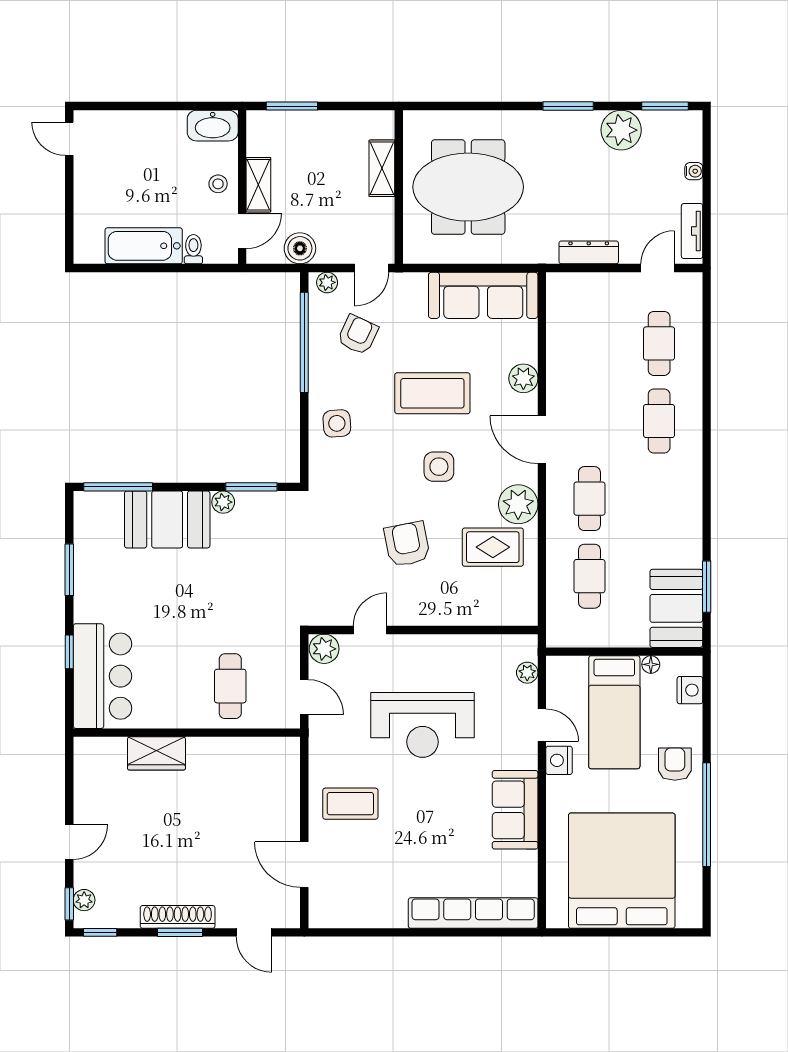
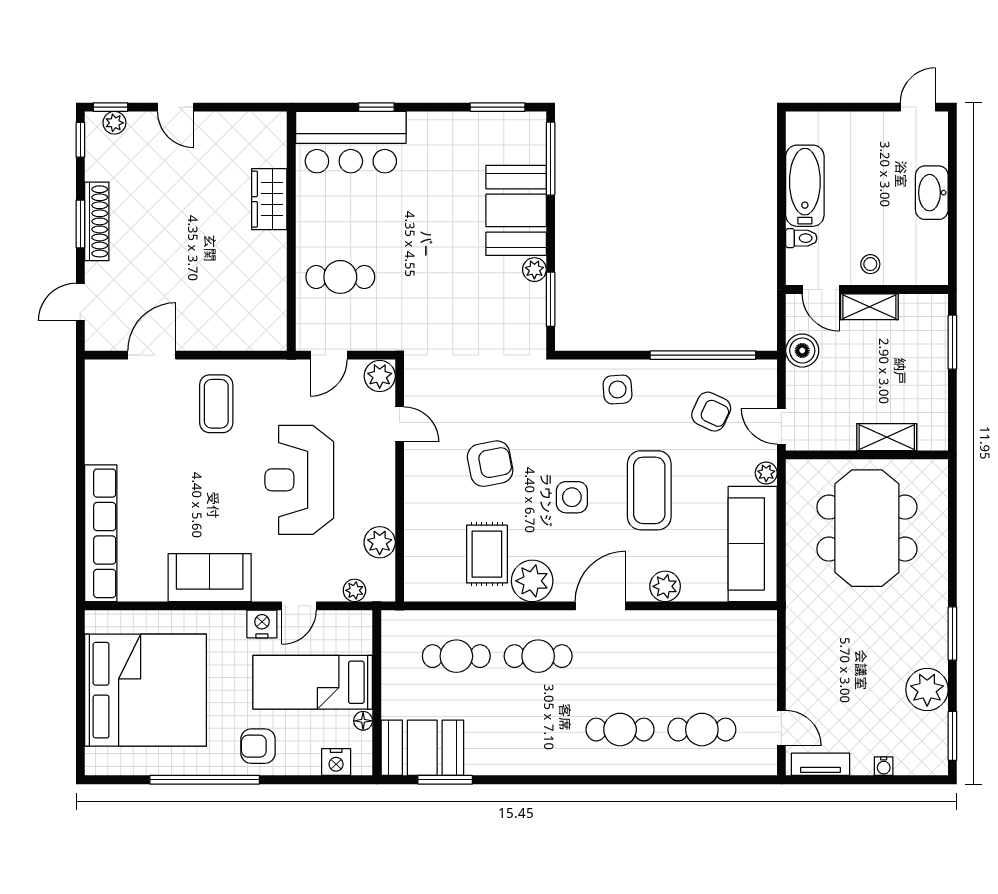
washbasin: (213, 126) -> (932, 193), moved
dresser: (589, 252) -> (798, 655), removed
plant: (327, 282) -> (766, 473), moved
window: (69, 570) -> (497, 107), moved
plant: (482, 649) -> (380, 542), added
armchair: (675, 764) -> (258, 746), turned 180

